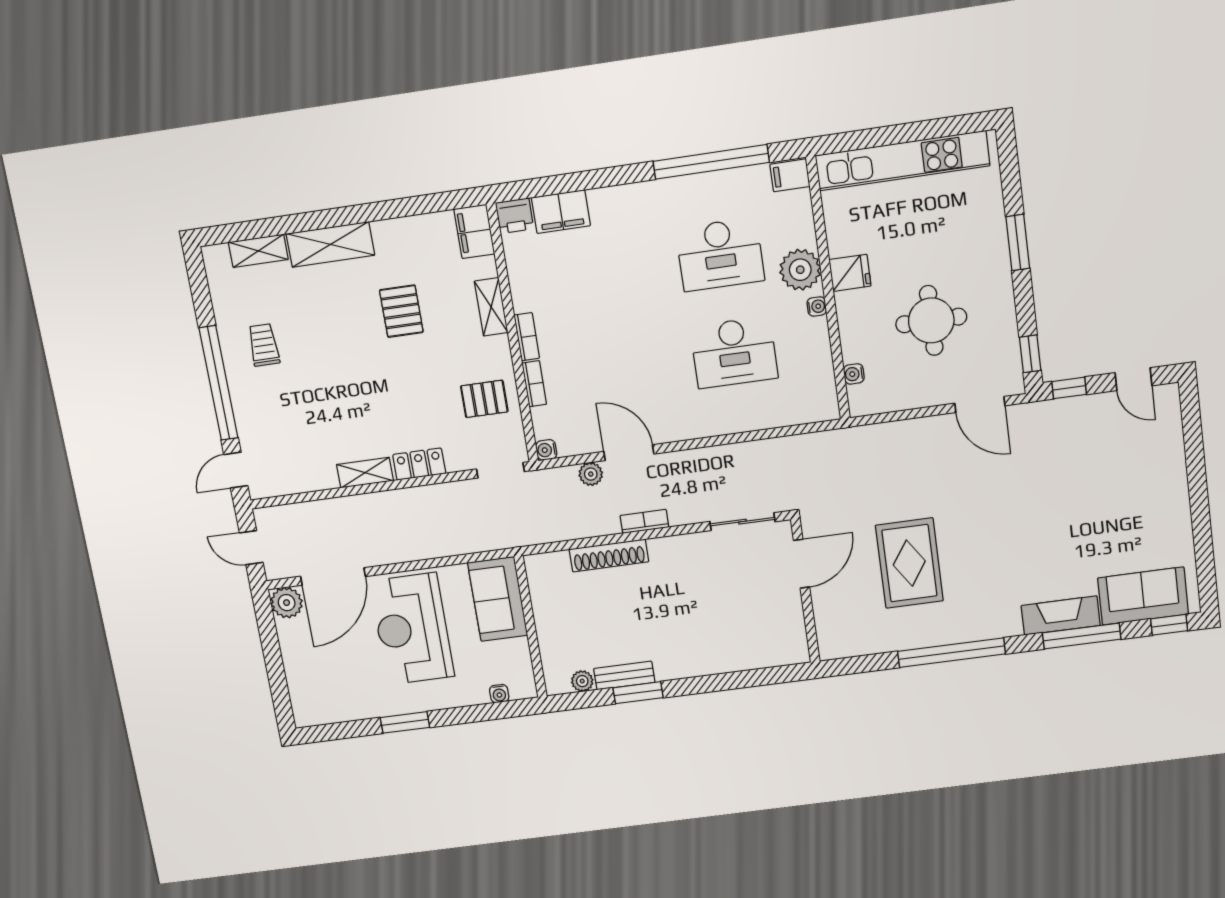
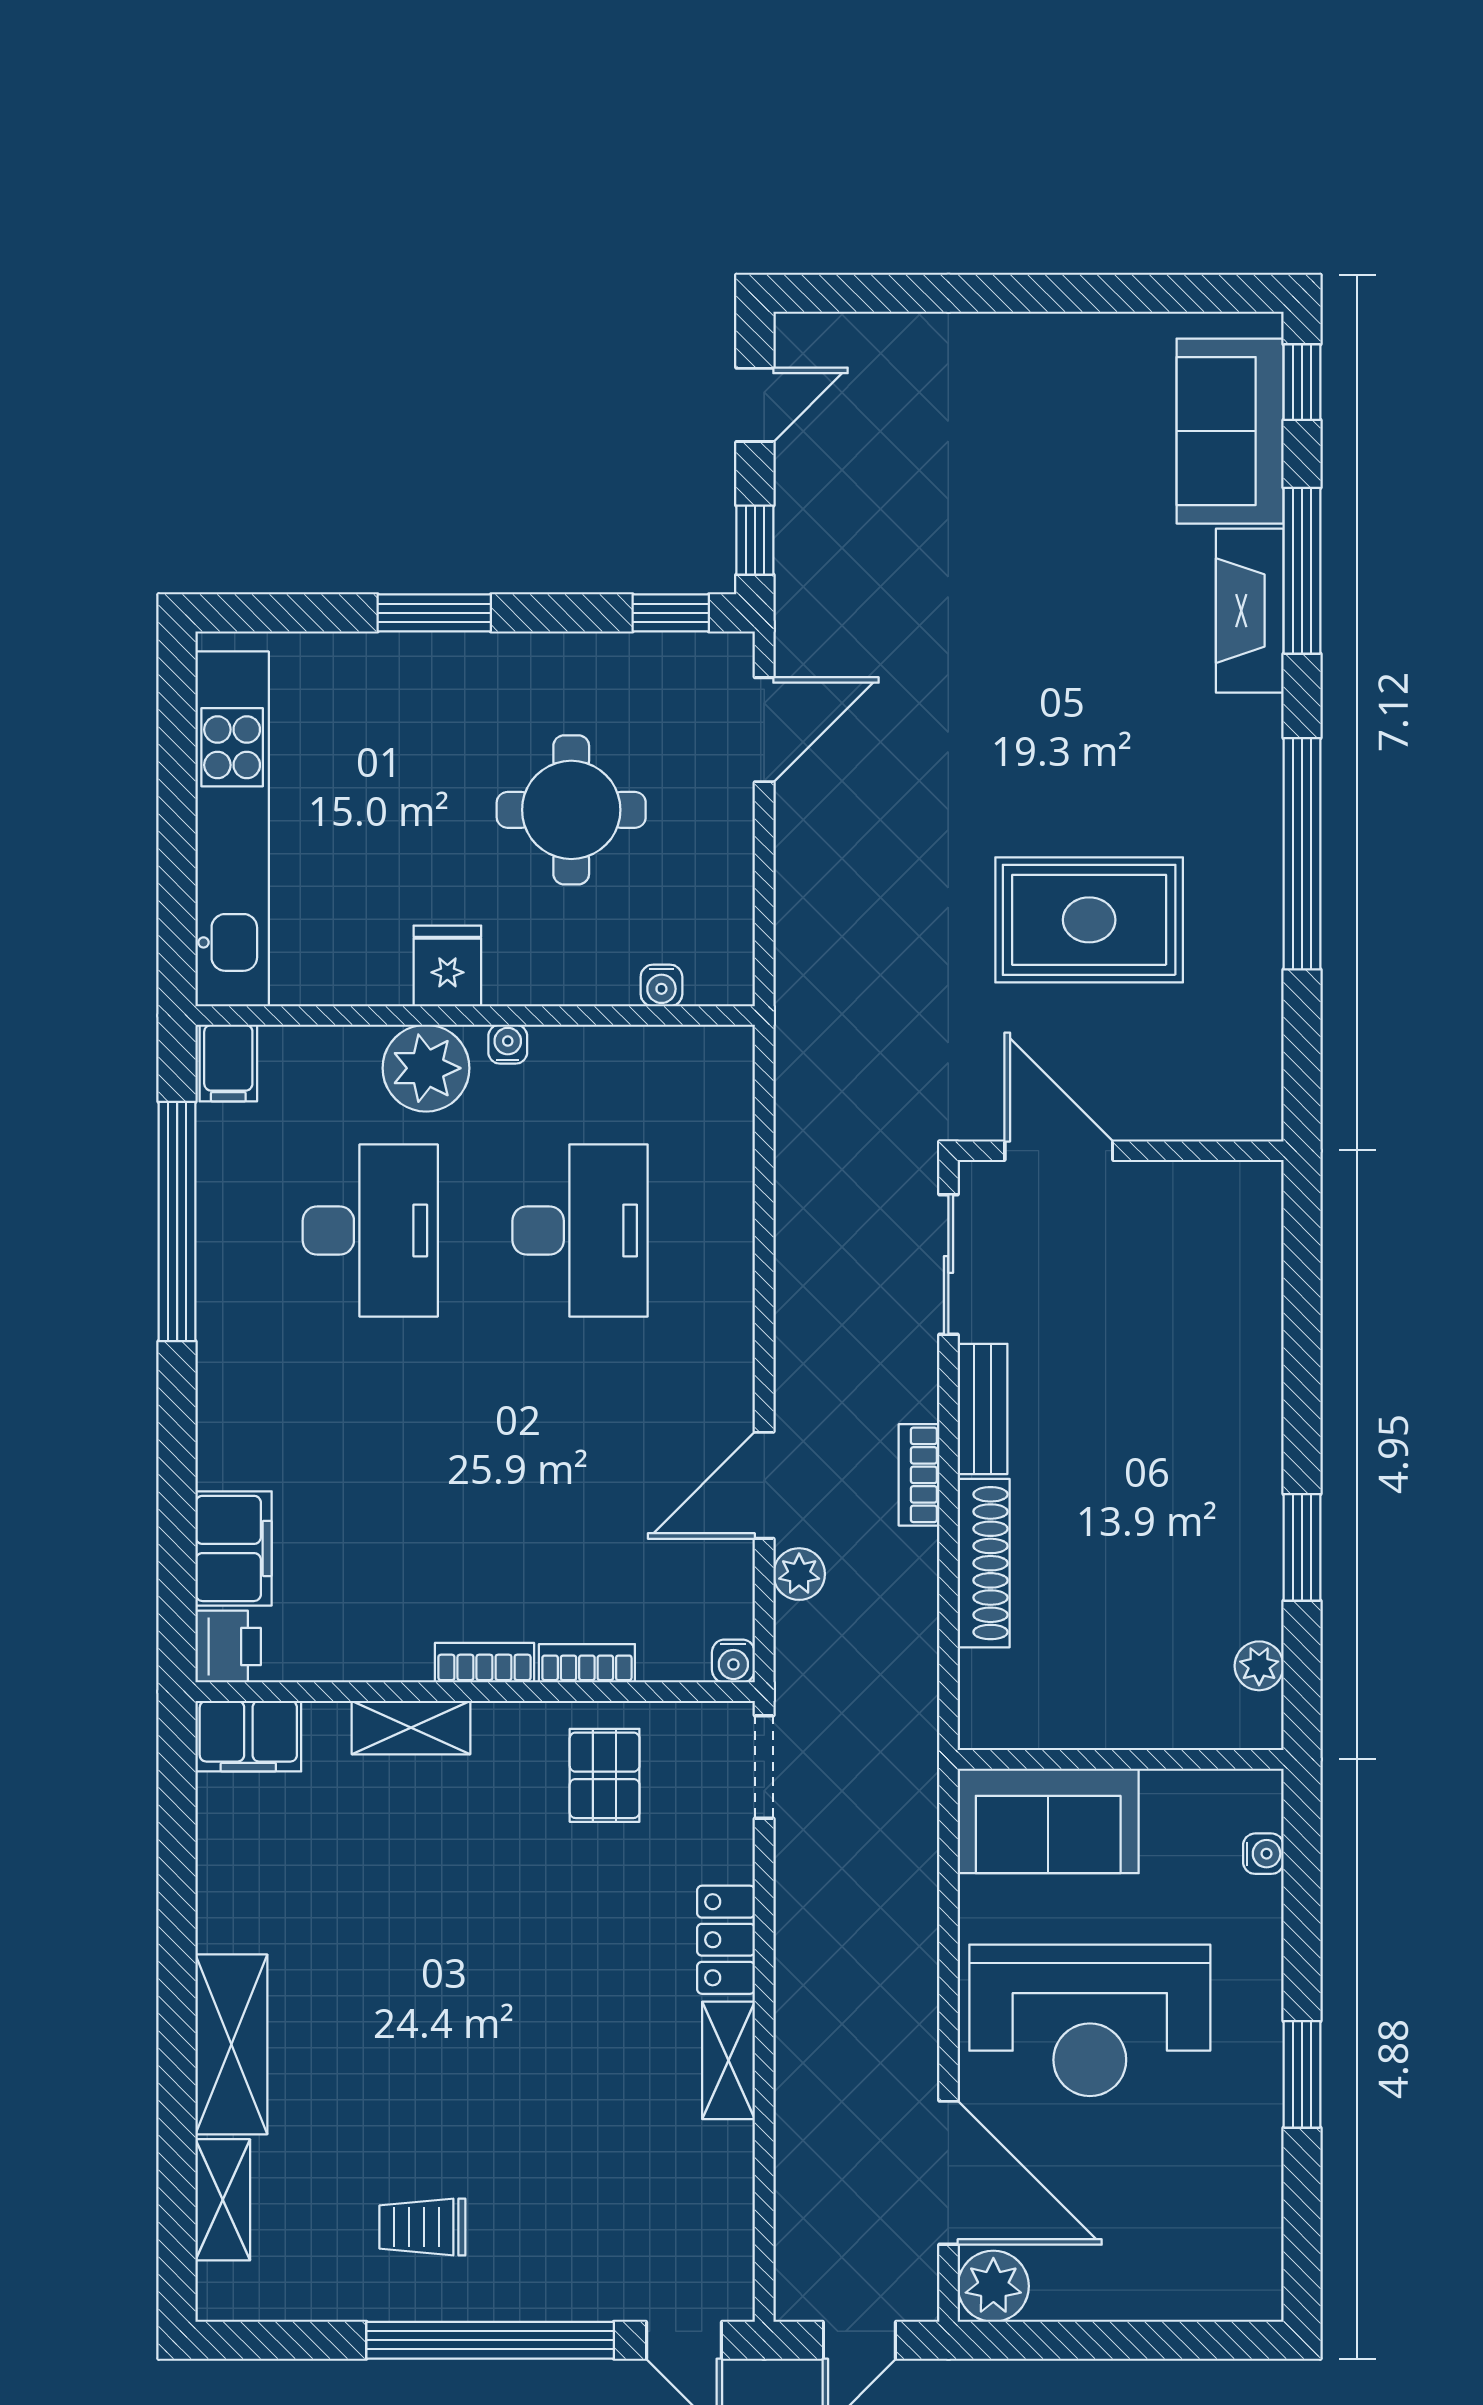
pallet: (401, 311) -> (393, 1919), removed
bench: (624, 676) -> (983, 1409), moved

